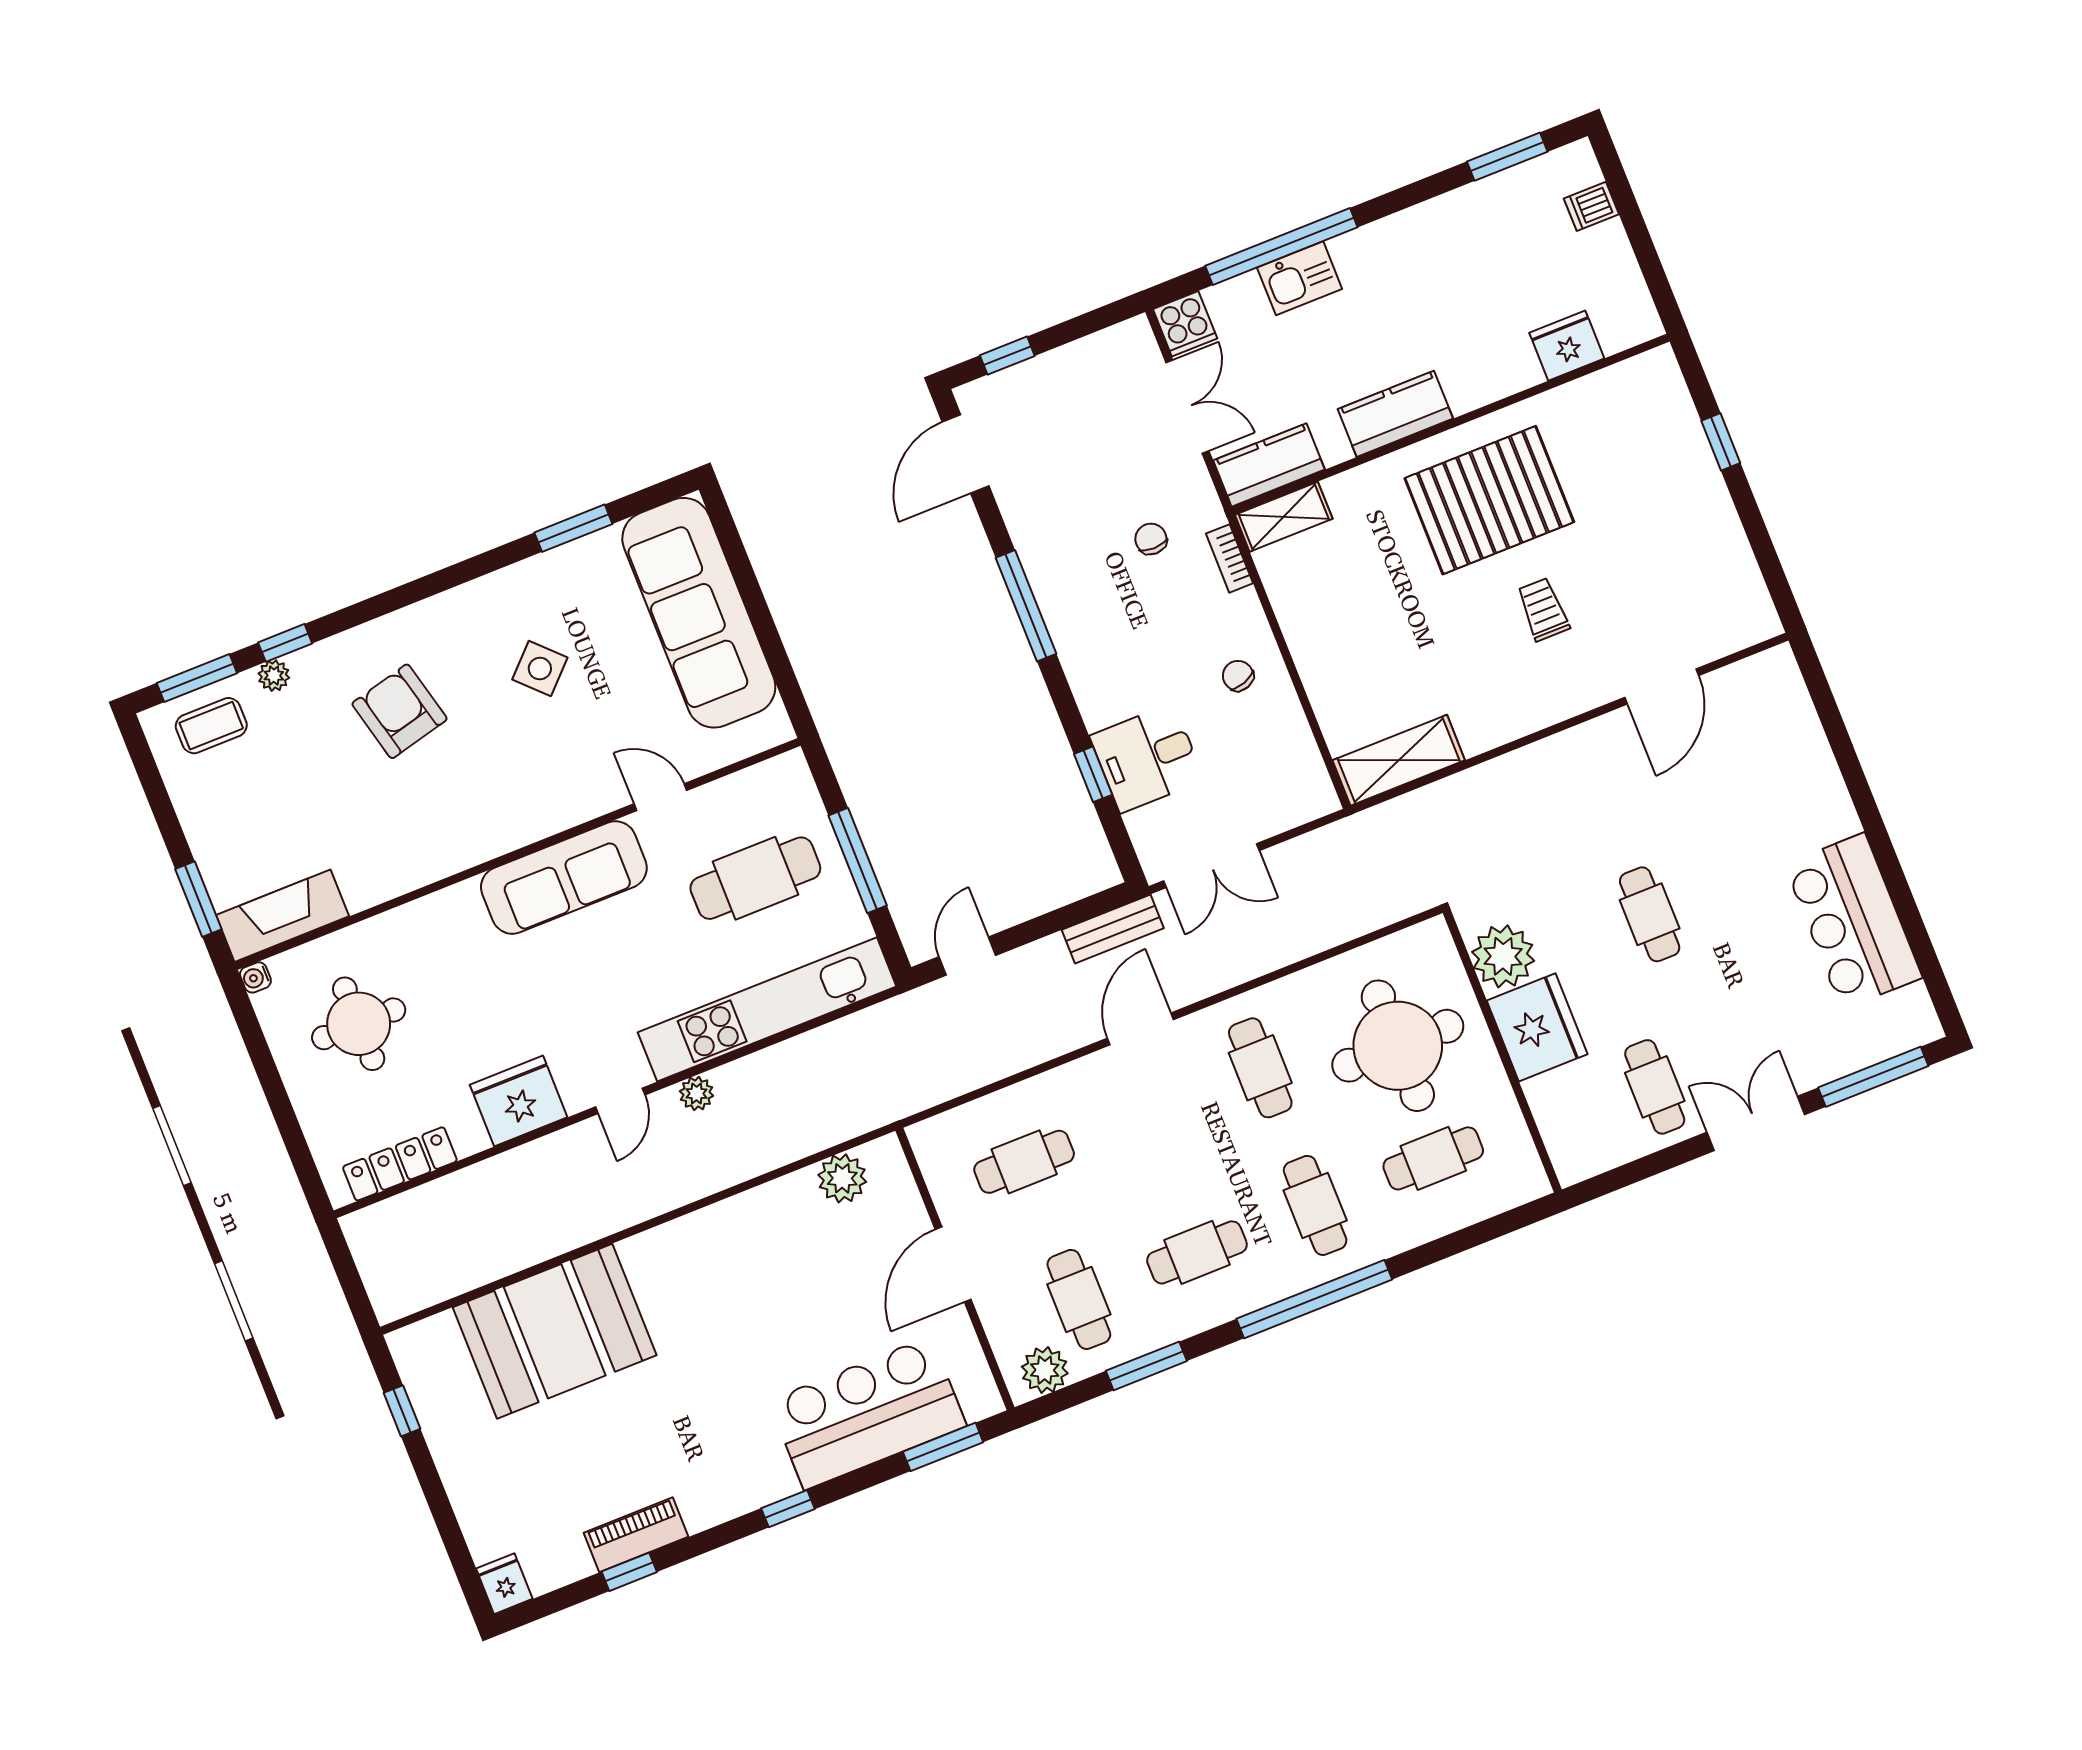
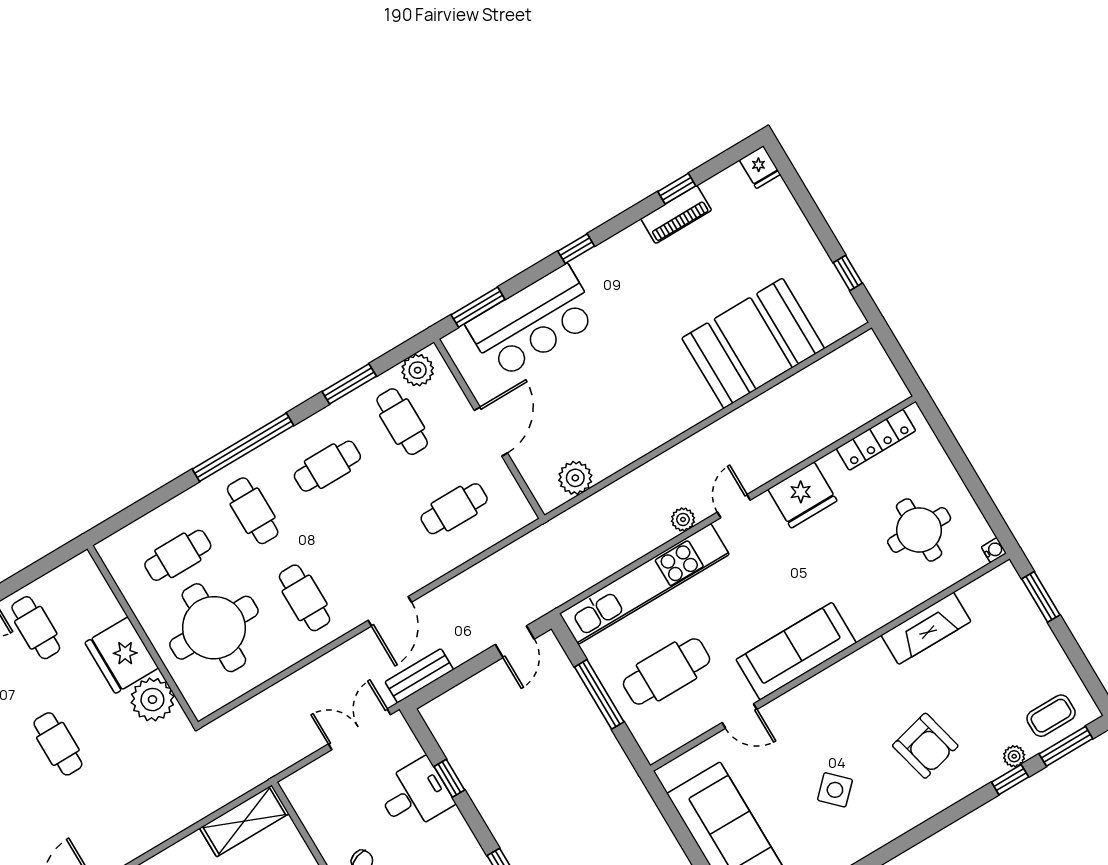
fireplace: (283, 916) -> (926, 628), moved

